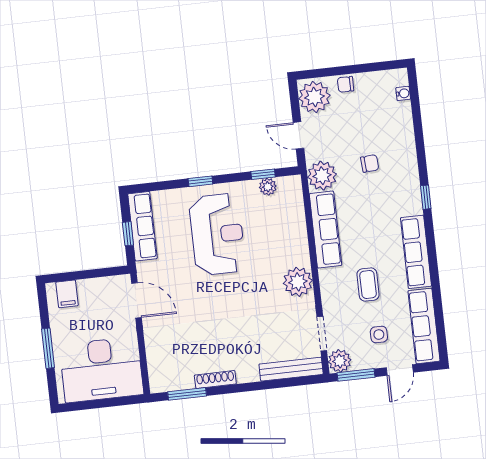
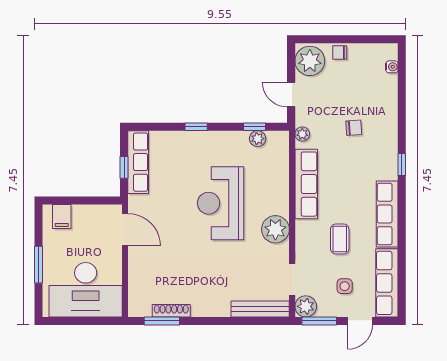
plant: (322, 176) -> (302, 134), width x0.53, depth x0.53
reception desk: (217, 234) -> (221, 203), moved, turned 180
shoe rack: (215, 380) -> (171, 311), moved

